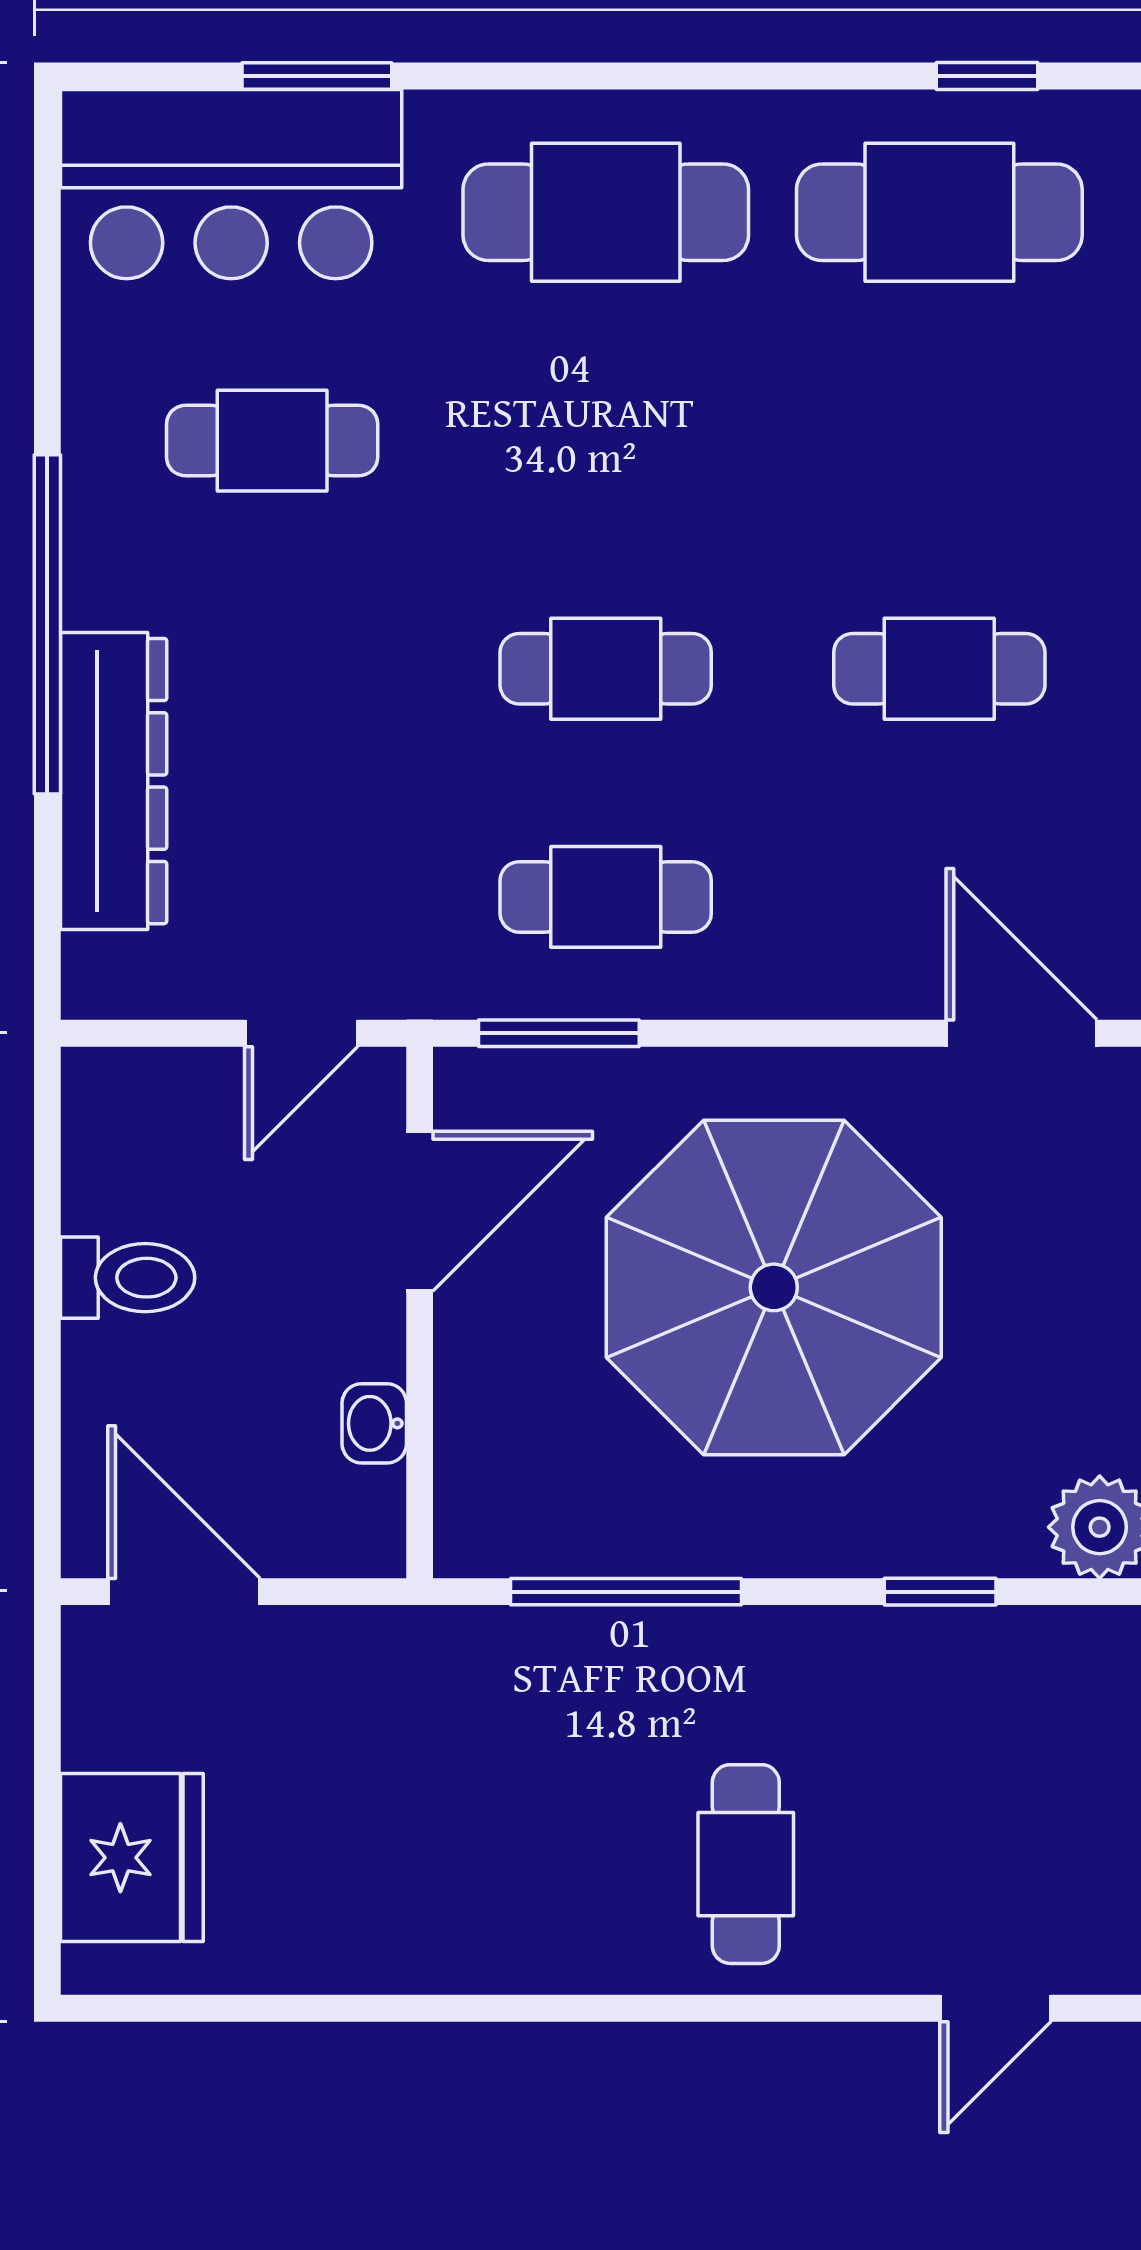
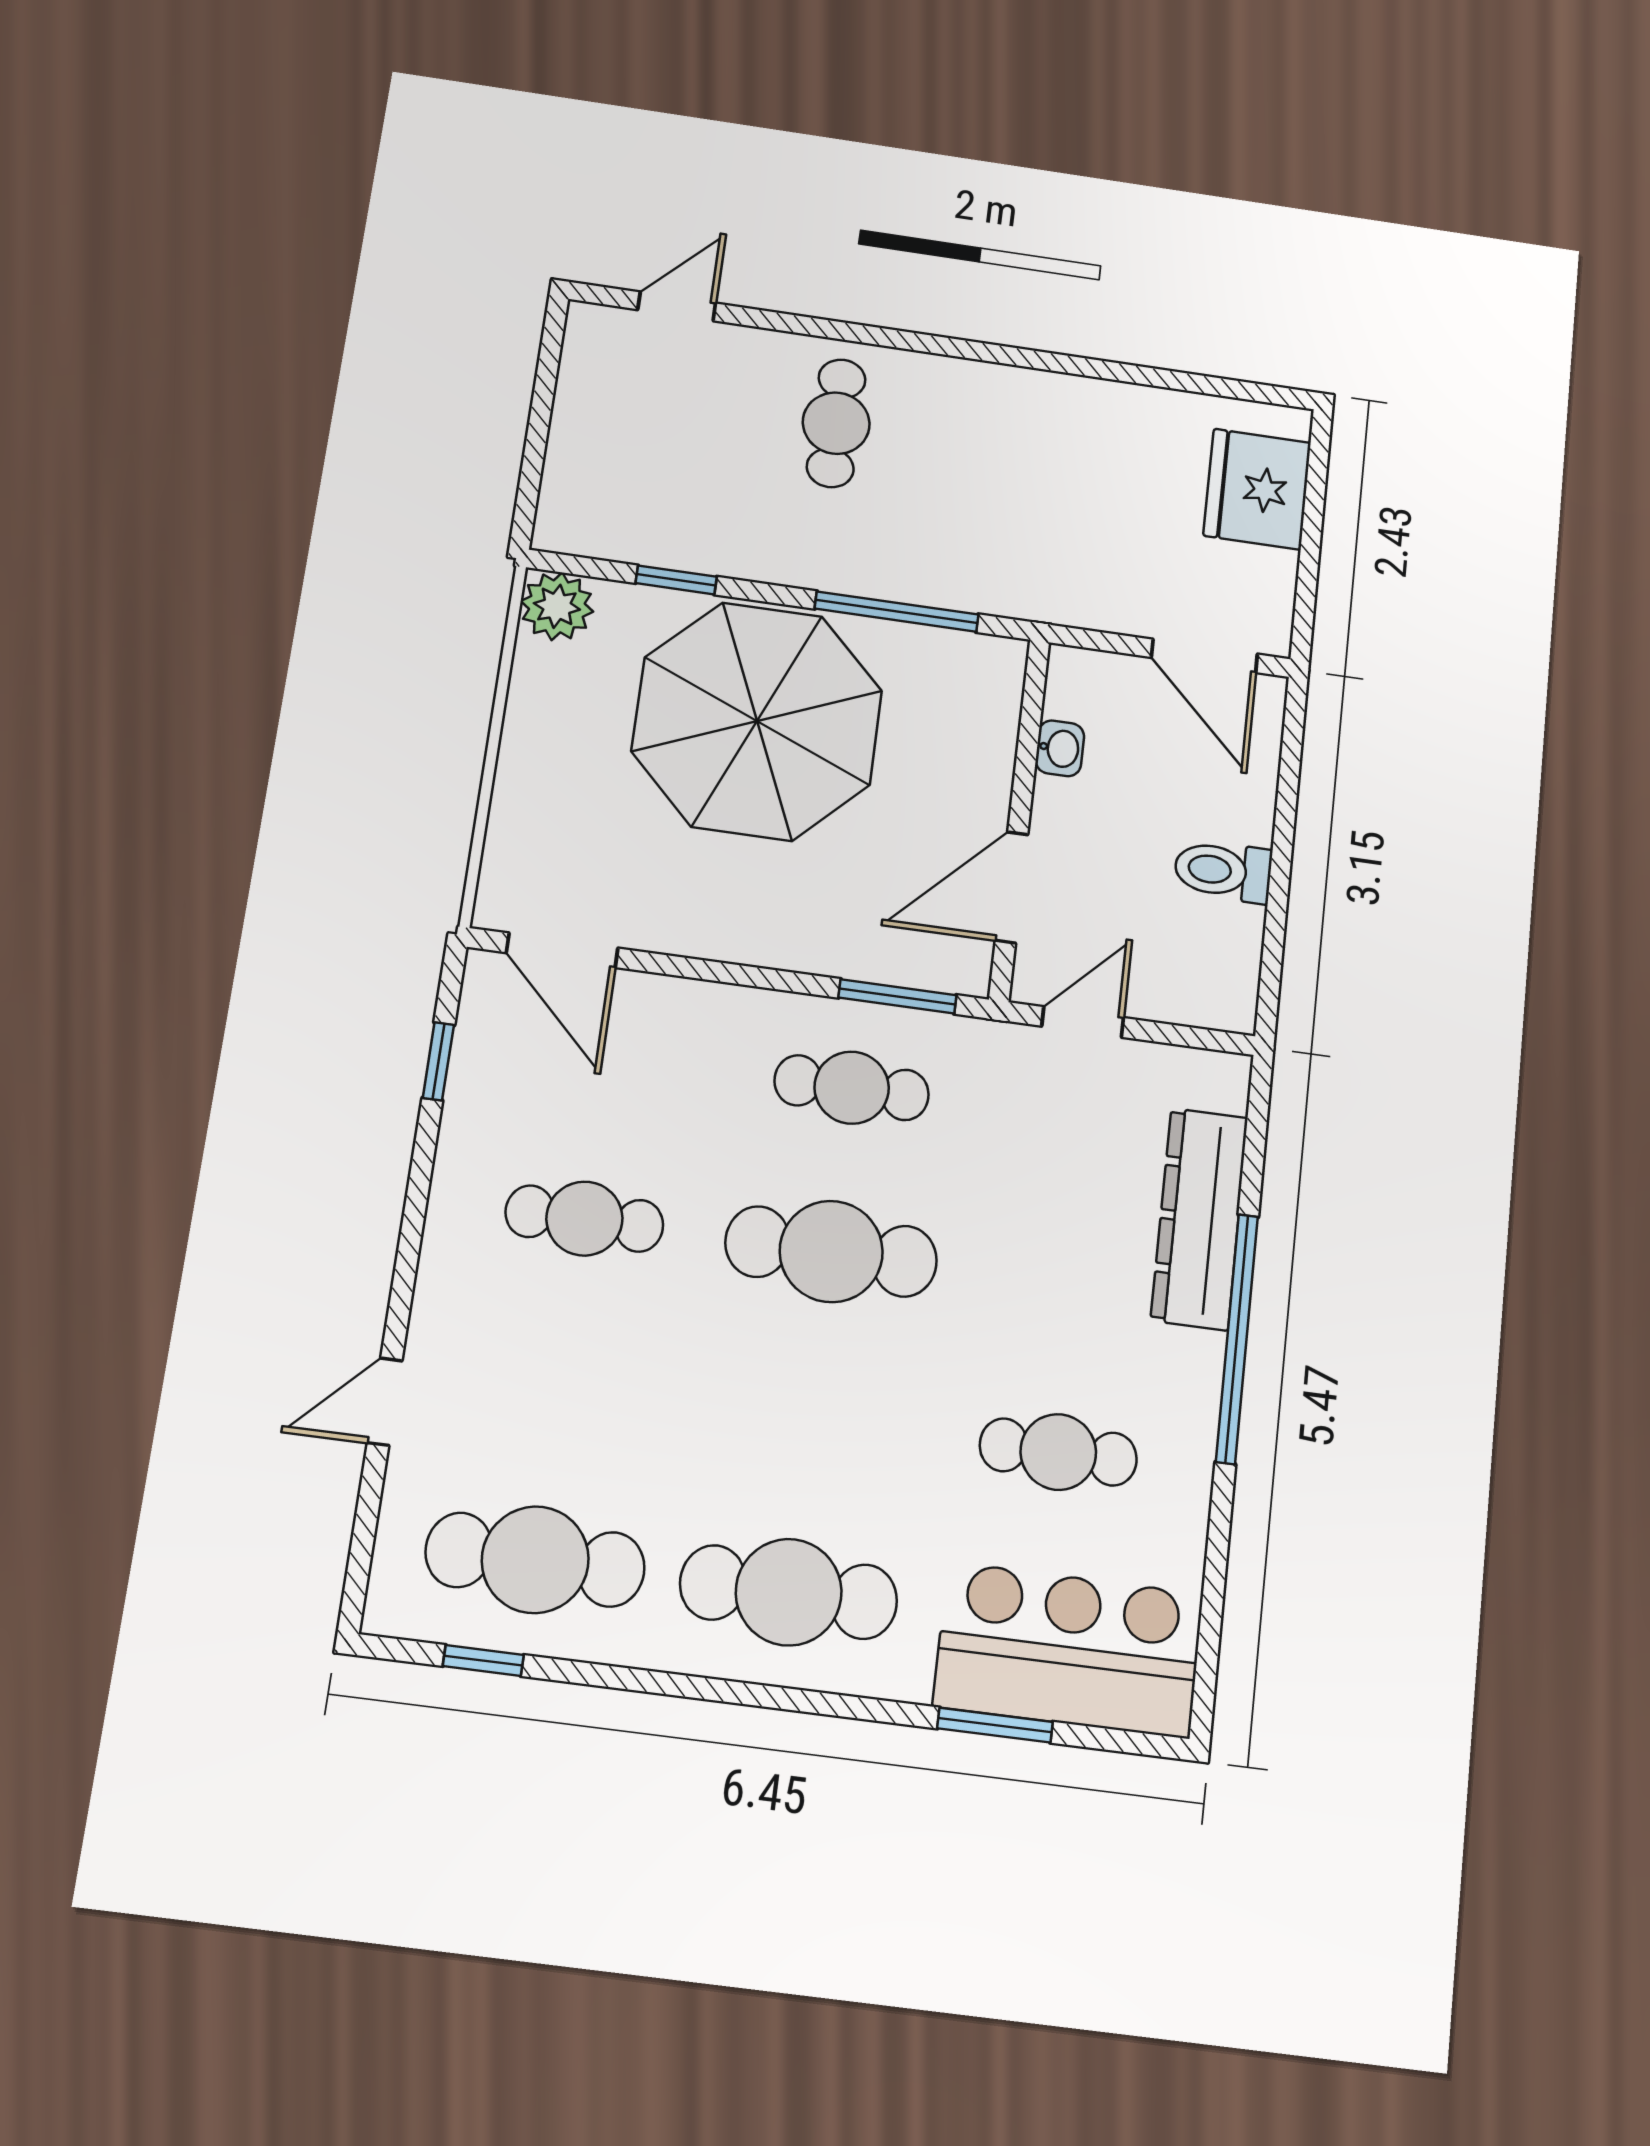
cafe table: (606, 669) -> (831, 1251), width x1.37, depth x1.35
parasol: (774, 1287) -> (757, 721), moved

